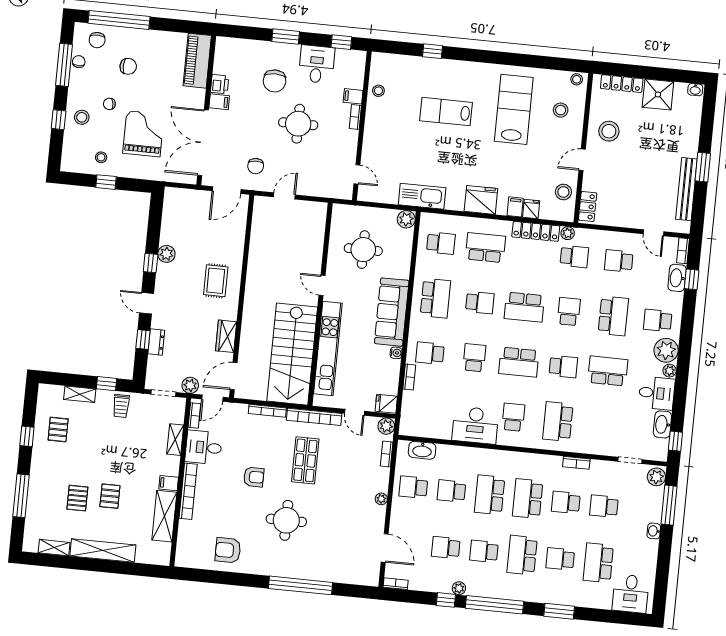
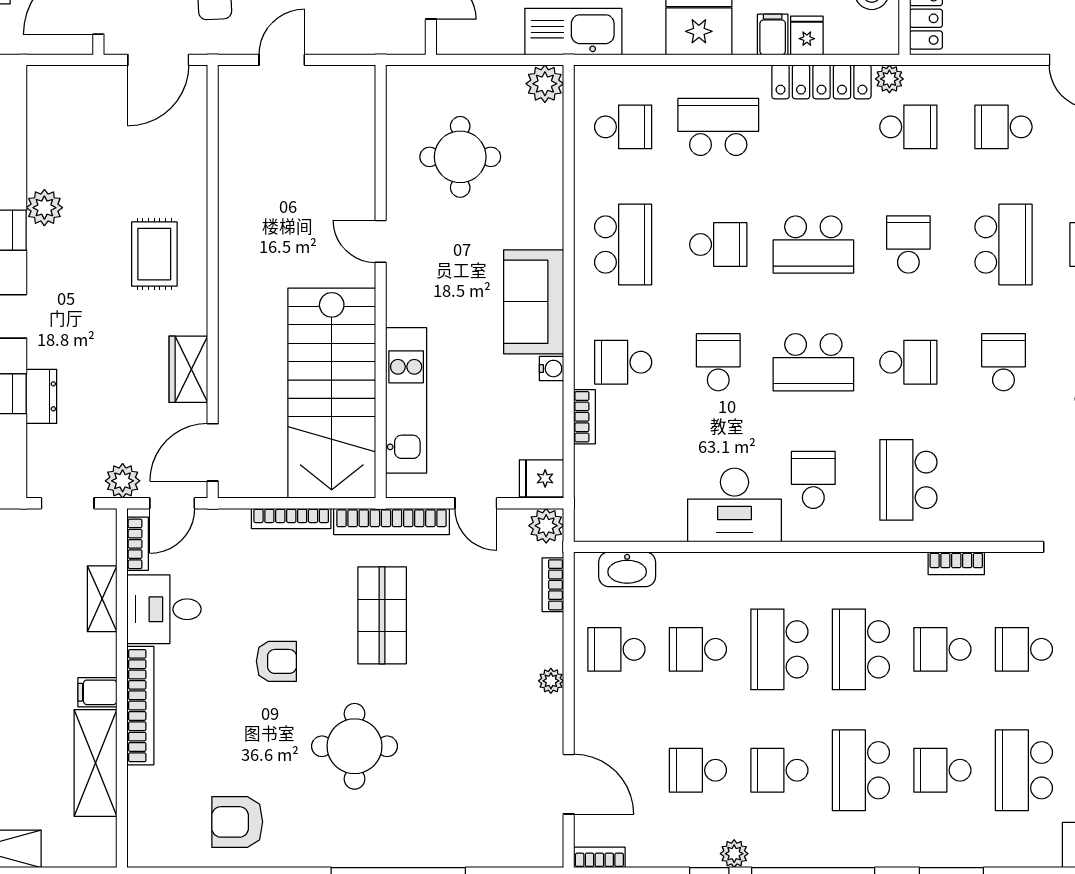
sofa: (392, 312) -> (534, 302), width x0.73
kitchen unit: (328, 349) -> (406, 400), width x0.73
school desk: (608, 371) -> (1003, 362), width x0.54

